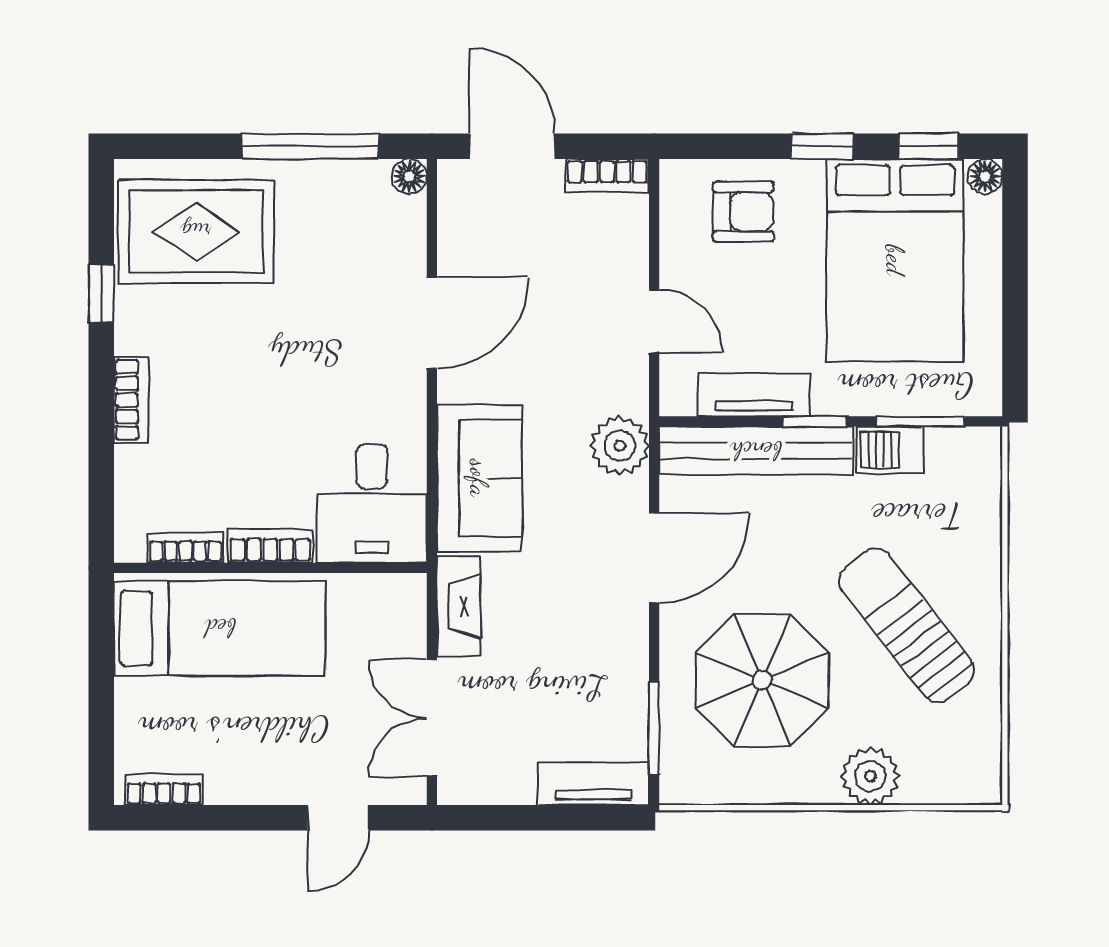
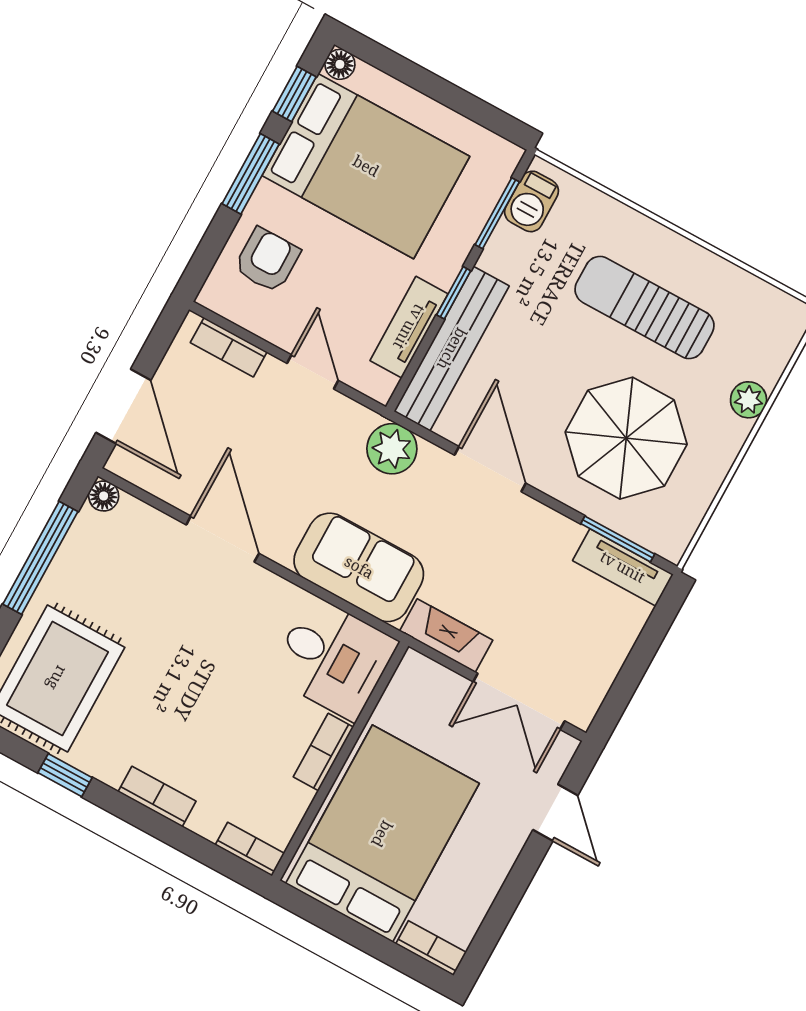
door: (512, 146) -> (123, 406), swing flipped
window: (822, 146) -> (251, 174), width x1.50
bookcase: (607, 176) -> (229, 347), moved, turned 90
door: (654, 321) -> (313, 372), hinge flipped
barbecue: (890, 450) -> (532, 201), moved
bookcase: (185, 548) -> (250, 849), moved, turned 90
sun lounger: (907, 625) -> (644, 307), turned 38
bed: (220, 628) -> (382, 834), width x1.50
plant: (870, 776) -> (749, 400), width x0.73, depth x0.73
tv unit: (593, 784) -> (623, 567), moved, turned -90
bookcase: (164, 790) -> (431, 948), moved, turned 90

